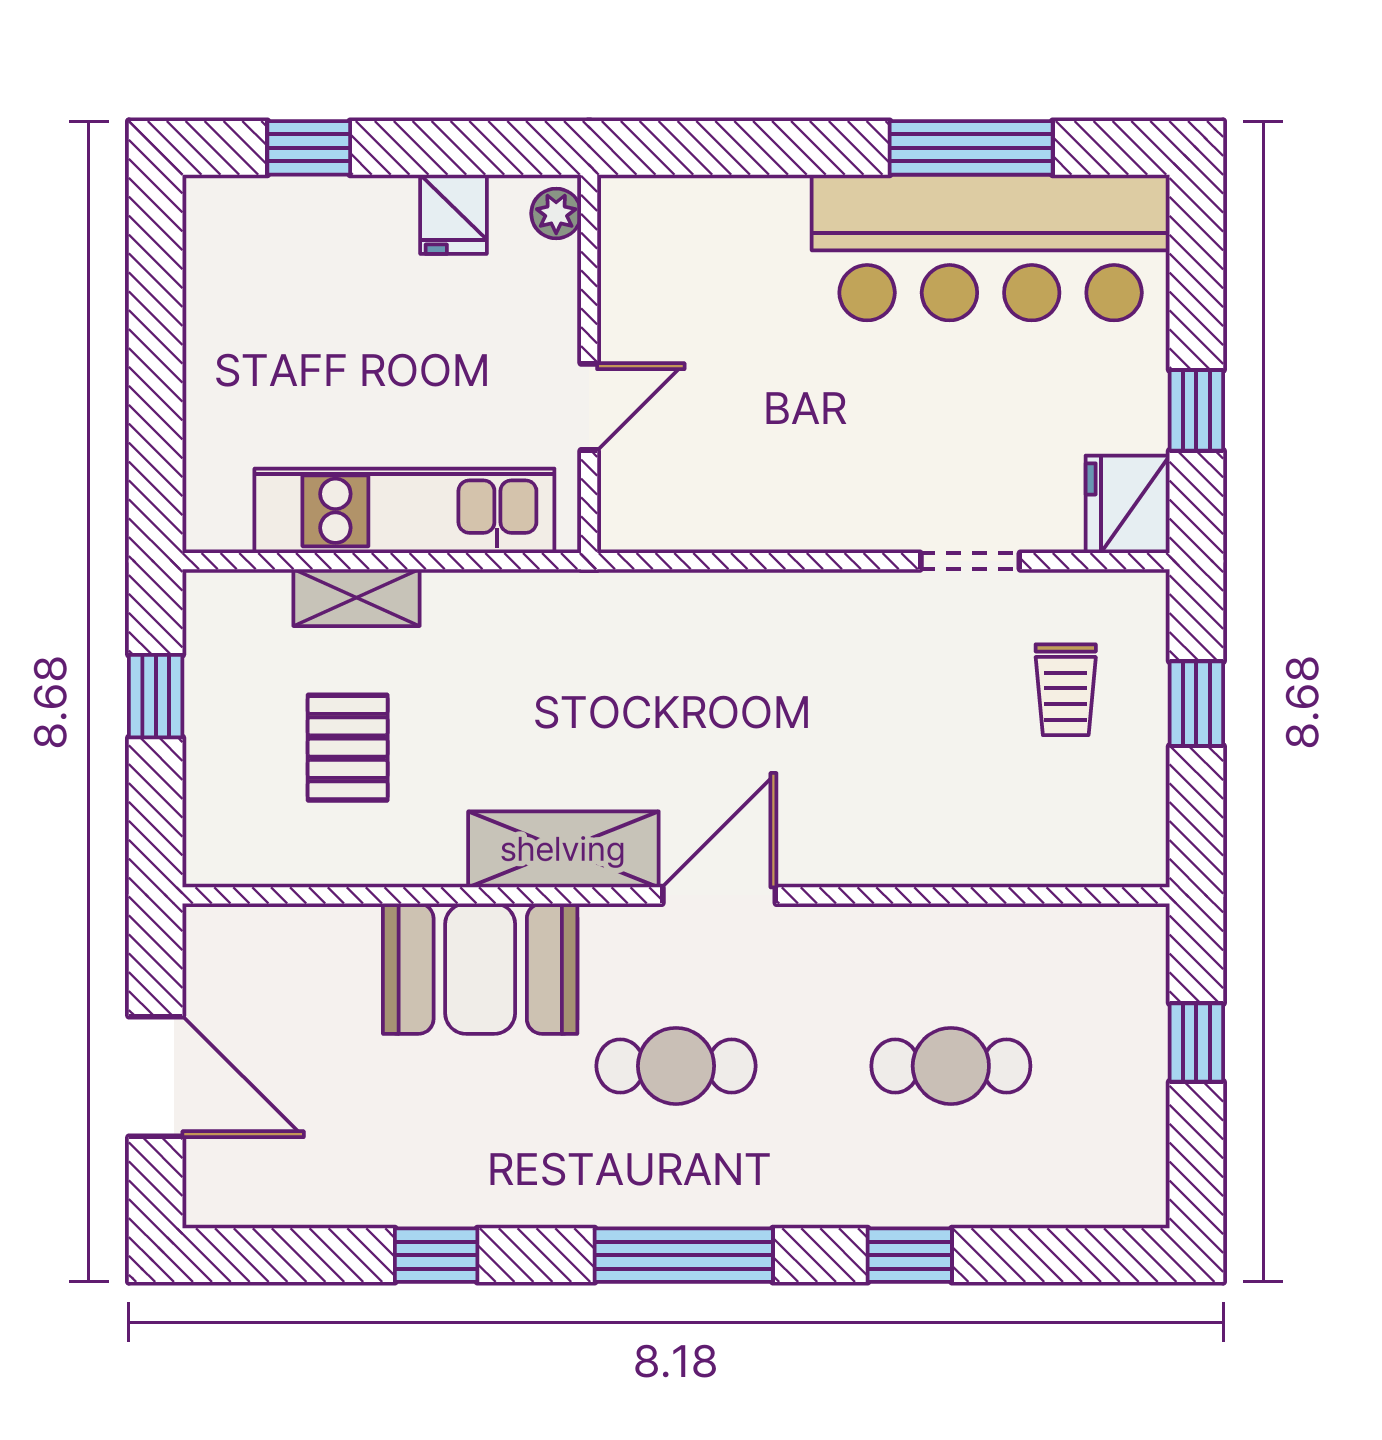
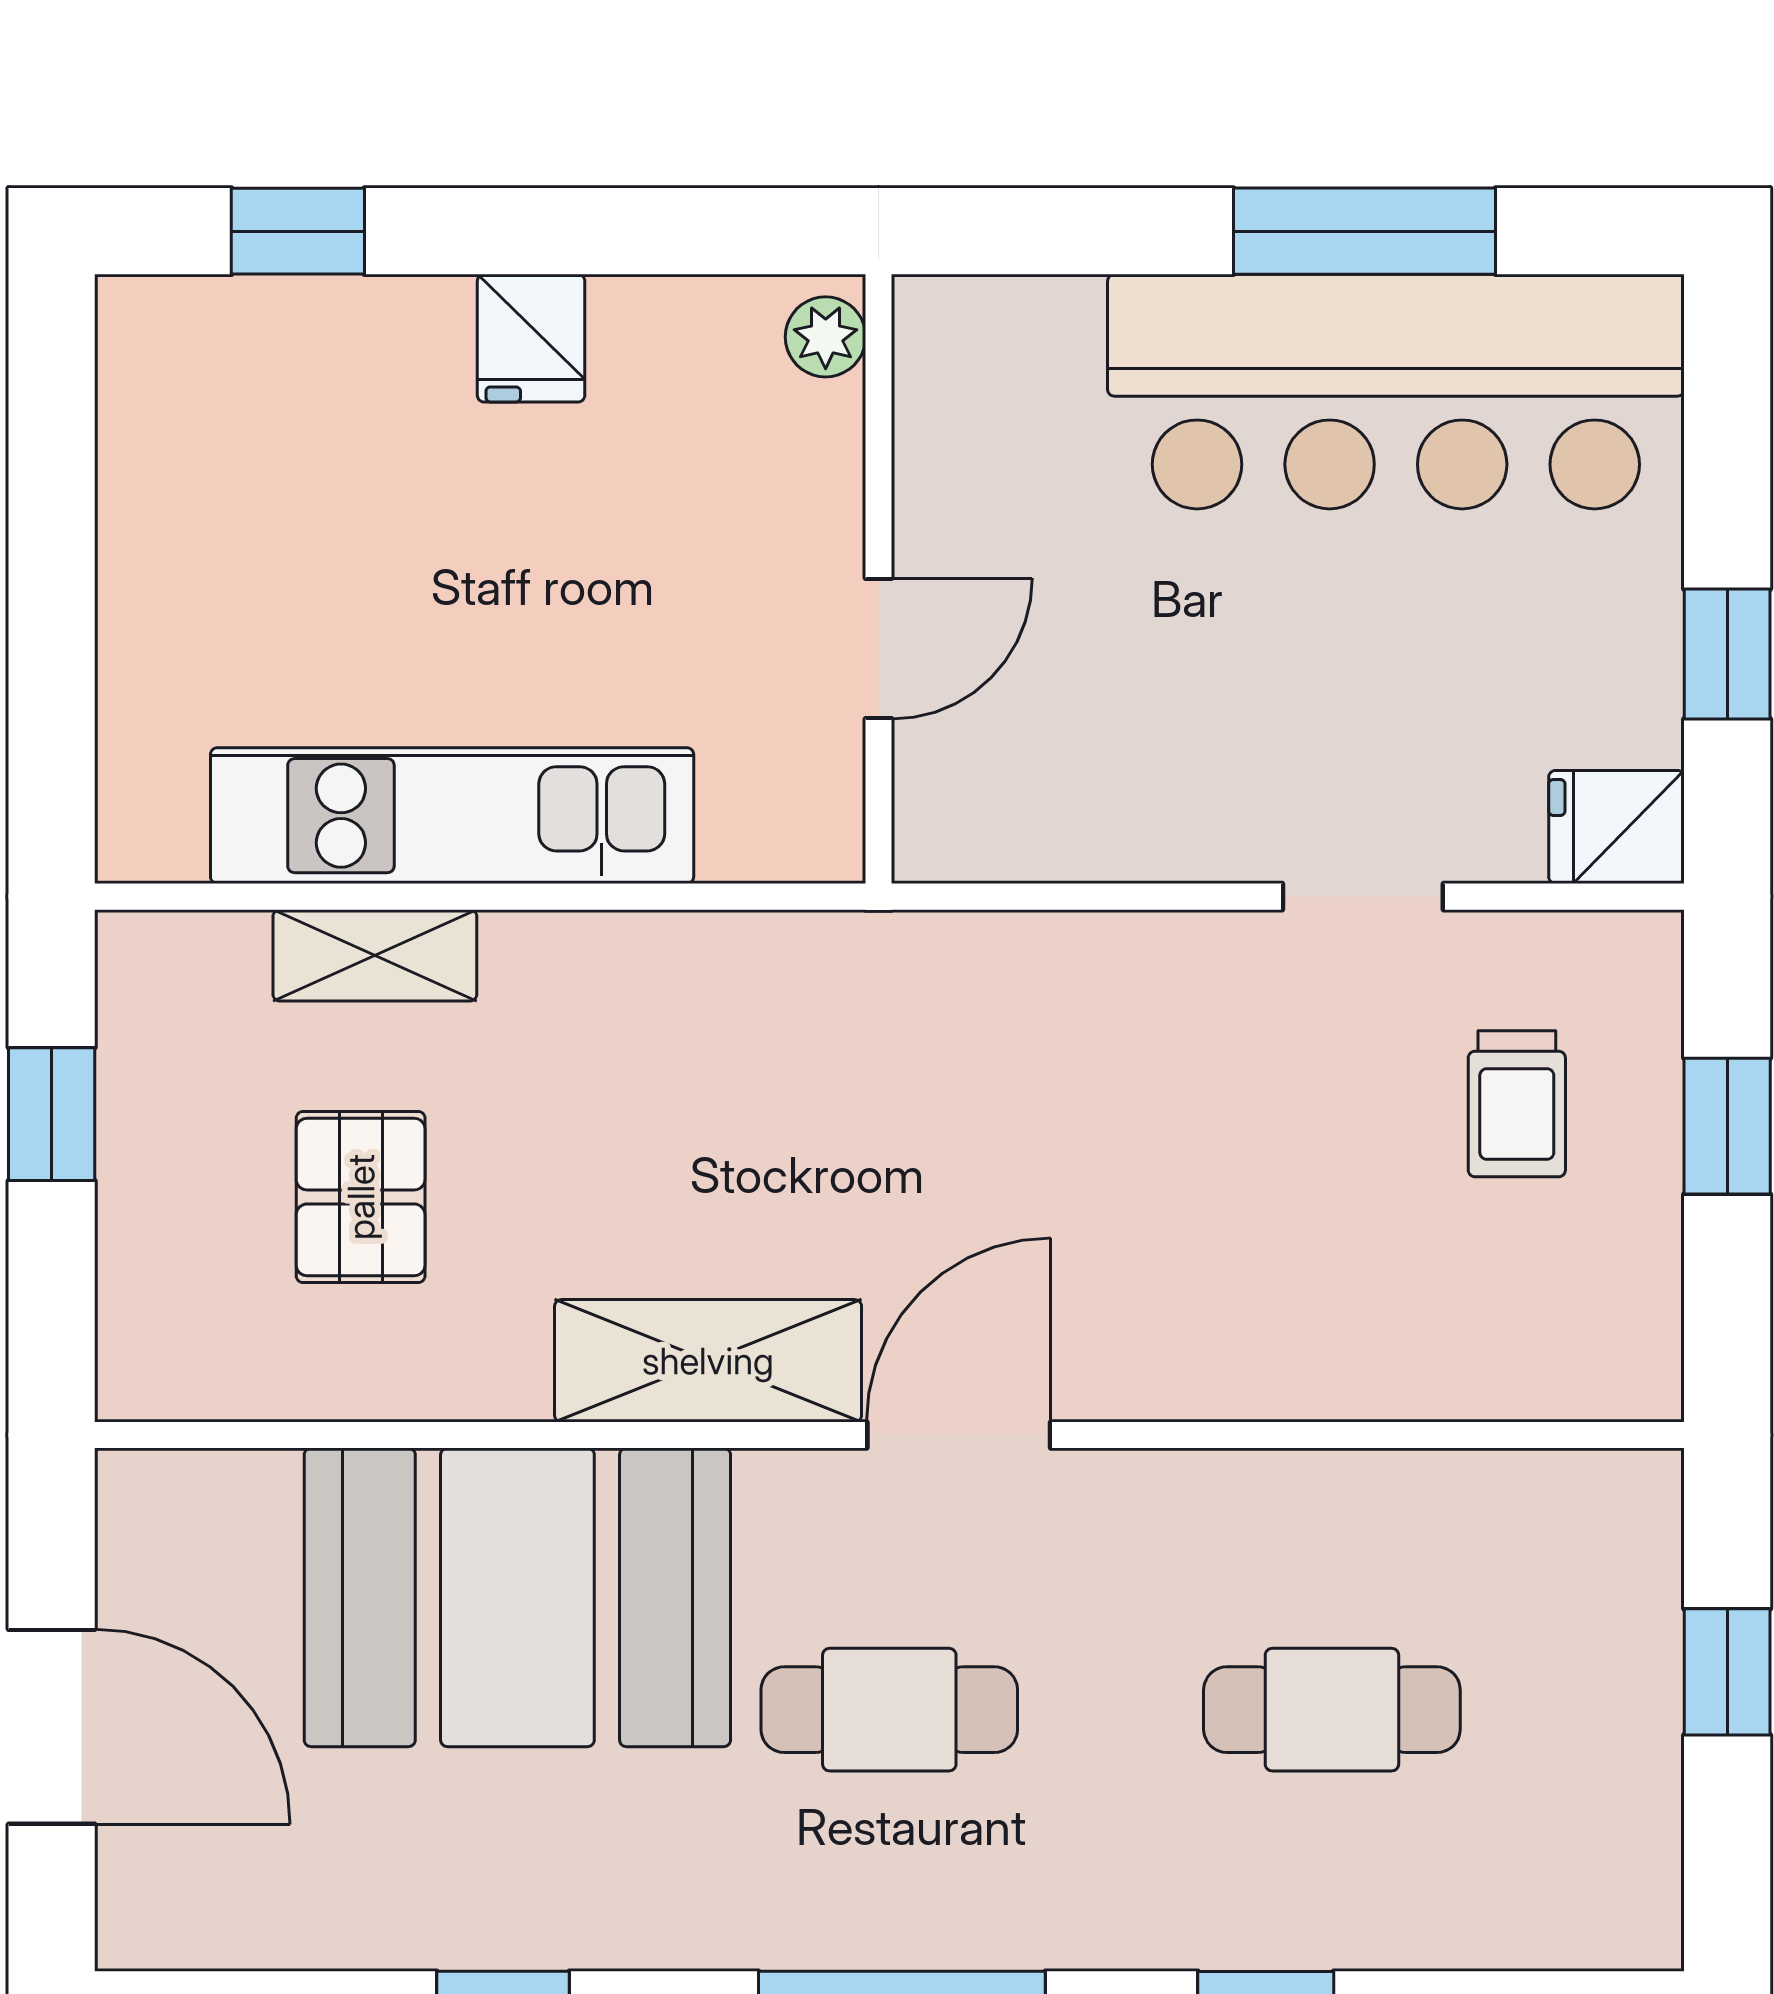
plant: (556, 213) -> (826, 337), moved
wall: (589, 364) -> (879, 579), moved
door: (589, 407) -> (879, 648), moved
fridge: (1128, 504) -> (1616, 827), width x0.72
booth: (480, 969) -> (517, 1597), width x1.36, depth x1.42

